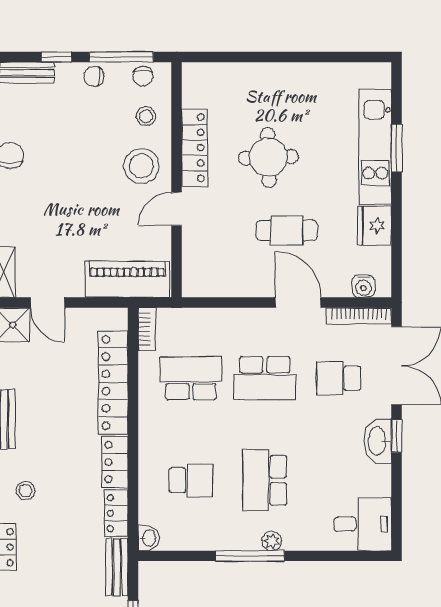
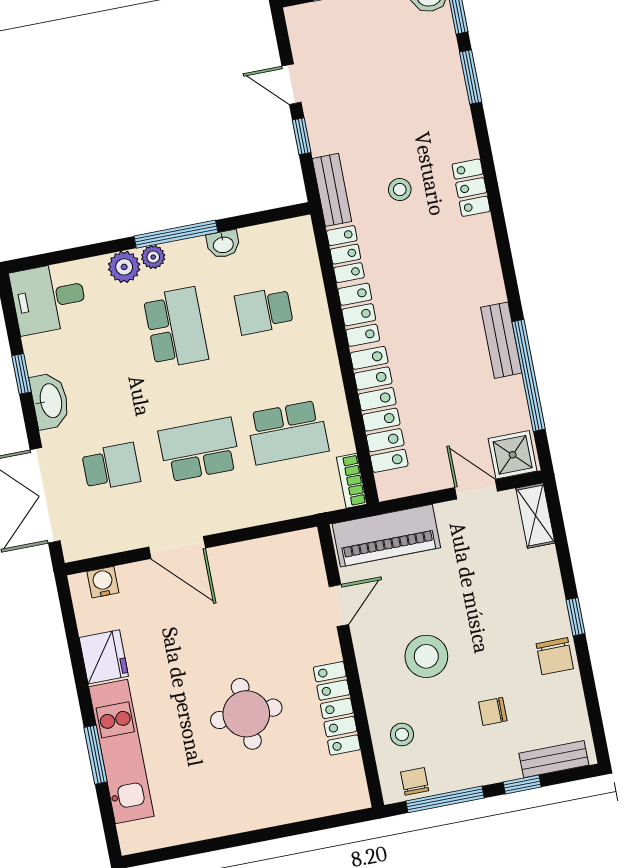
chair: (94, 76) -> (493, 711), moved, turned 180
stool: (141, 166) -> (426, 656), moved
door: (177, 209) -> (339, 606), moved
cafe table: (287, 230) -> (207, 631), removed
bookcase: (359, 316) -> (102, 546), removed
window: (397, 436) -> (22, 374), moved
stool: (25, 491) -> (400, 190), moved
washbasin: (149, 538) -> (223, 244), moved, turned -90
plant: (297, 538) -> (124, 267), added

